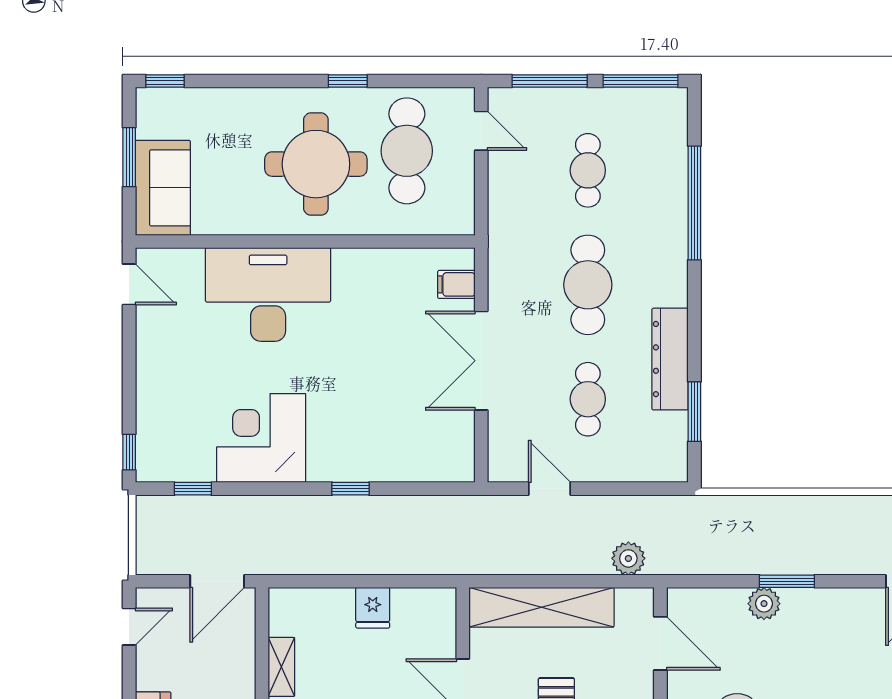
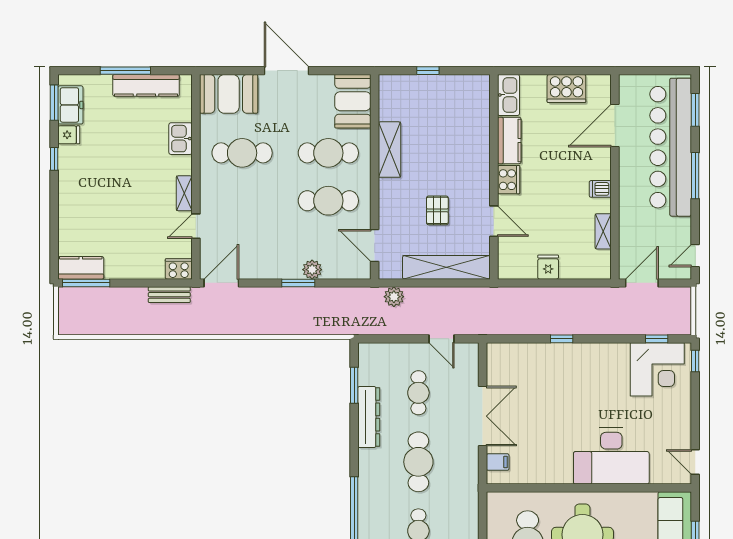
corner desk: (261, 438) -> (657, 369), moved

